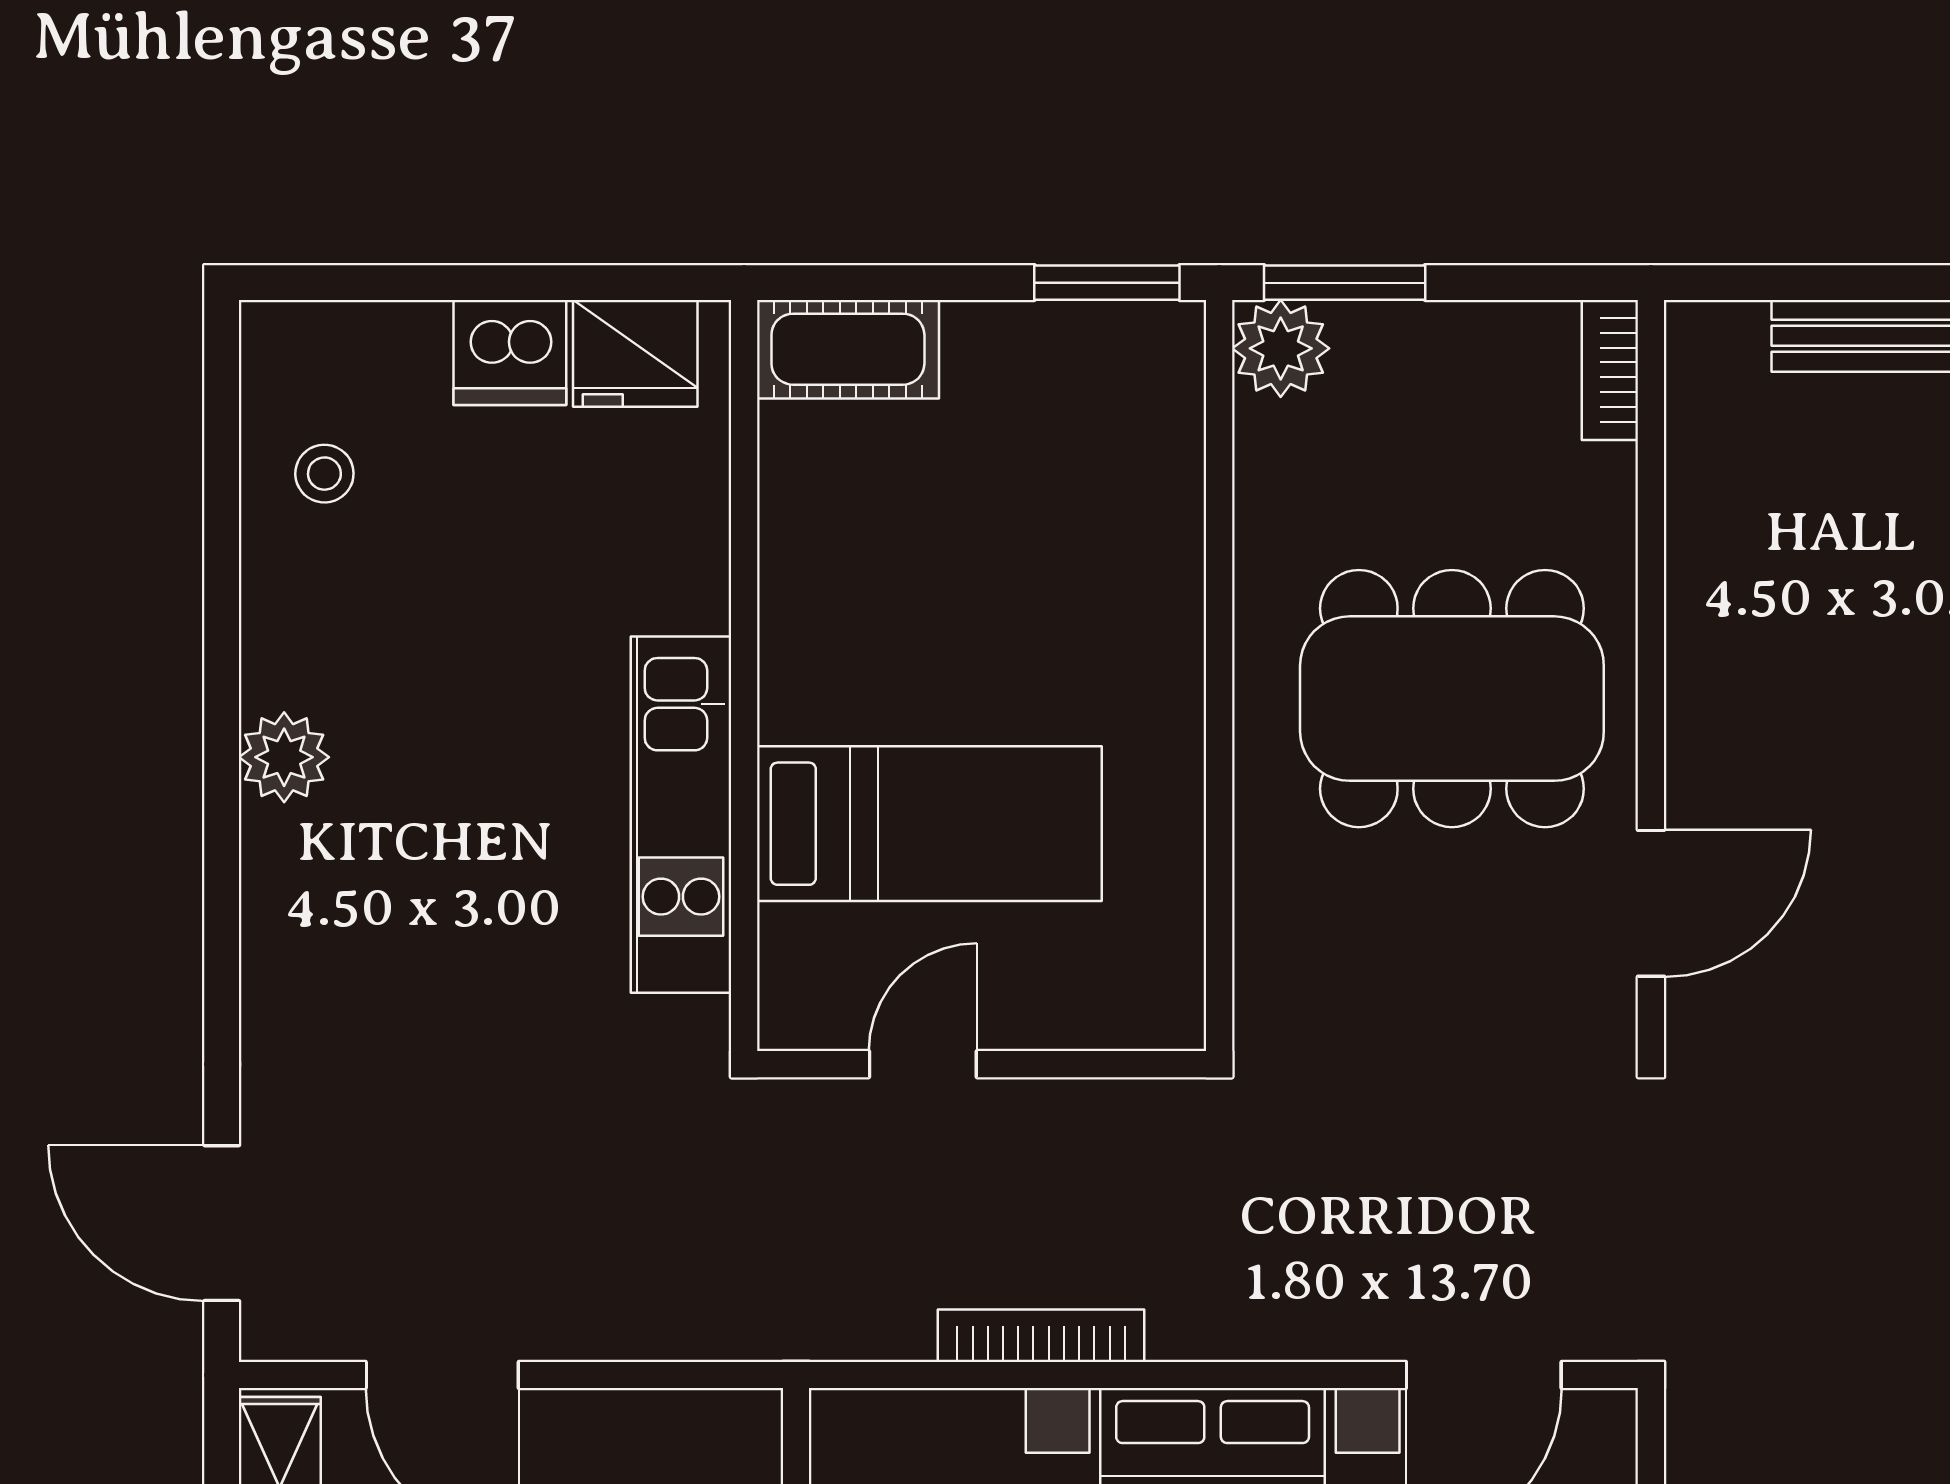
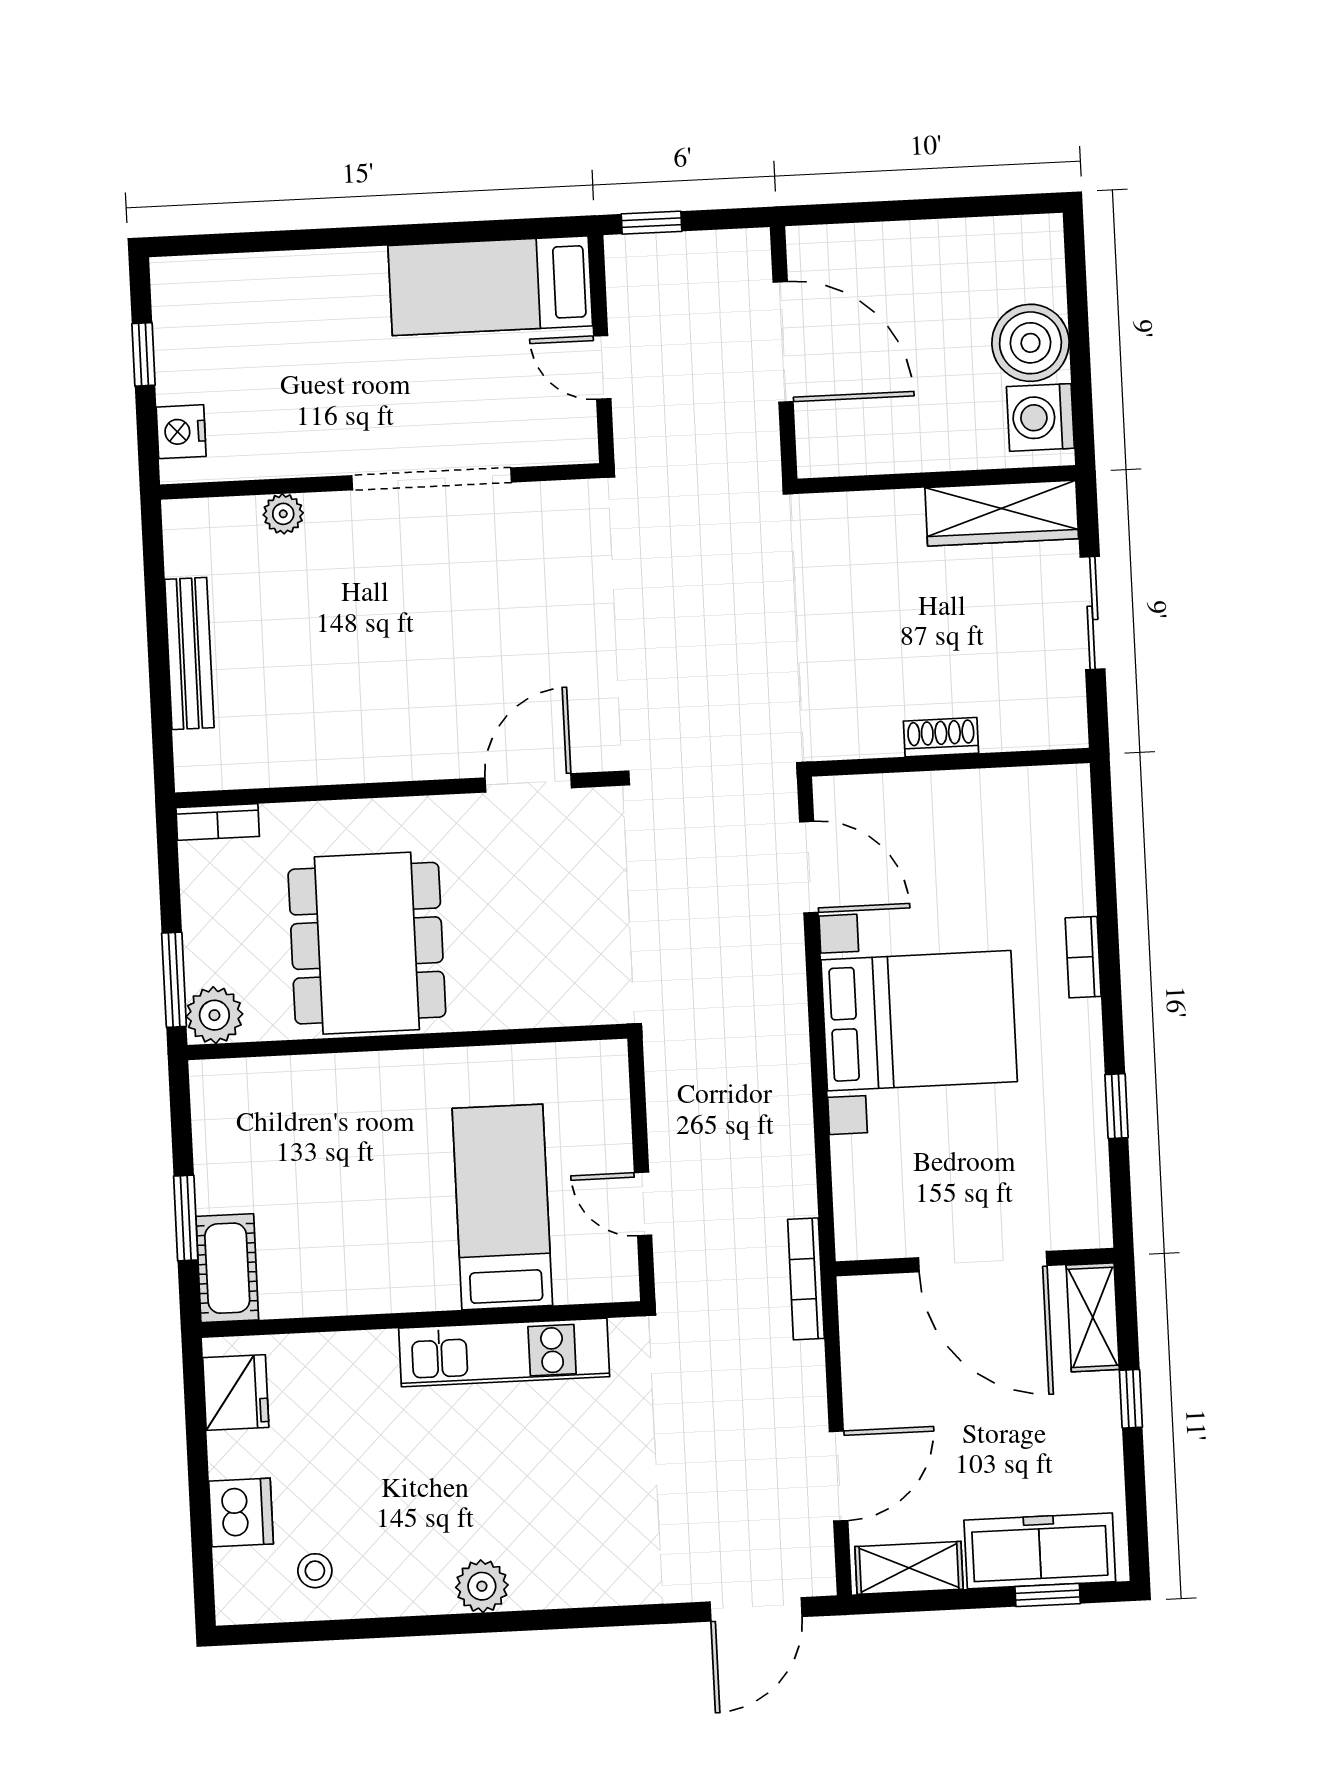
window: (1107, 283) -> (186, 1218), moved
dishwasher: (510, 352) -> (241, 1512), moved
dining table: (1452, 699) -> (367, 943), moved
door: (1651, 903) -> (528, 783), hinge flipped
bookcase: (1041, 1336) -> (806, 1279), moved

